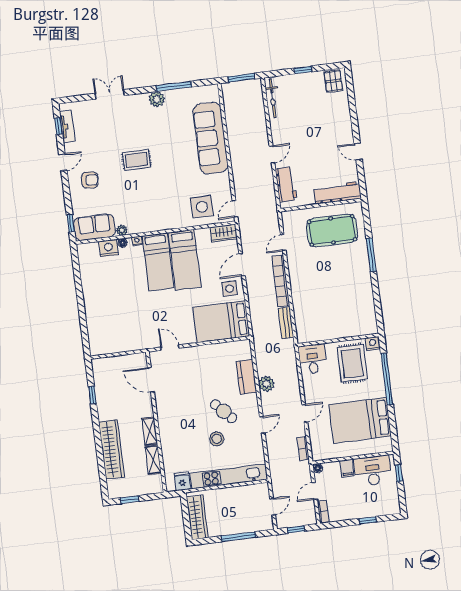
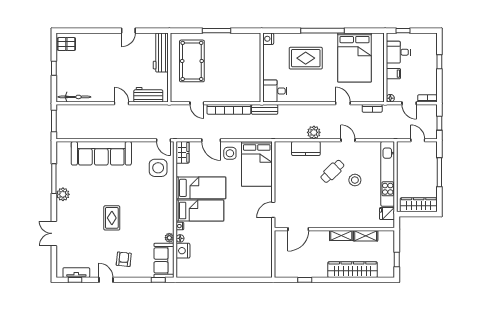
wall: (338, 340) -> (262, 68), moved
nightstand: (373, 343) -> (268, 39), moved
desk: (313, 359) -> (275, 91), moved
desk: (373, 471) -> (398, 52), width x0.73

